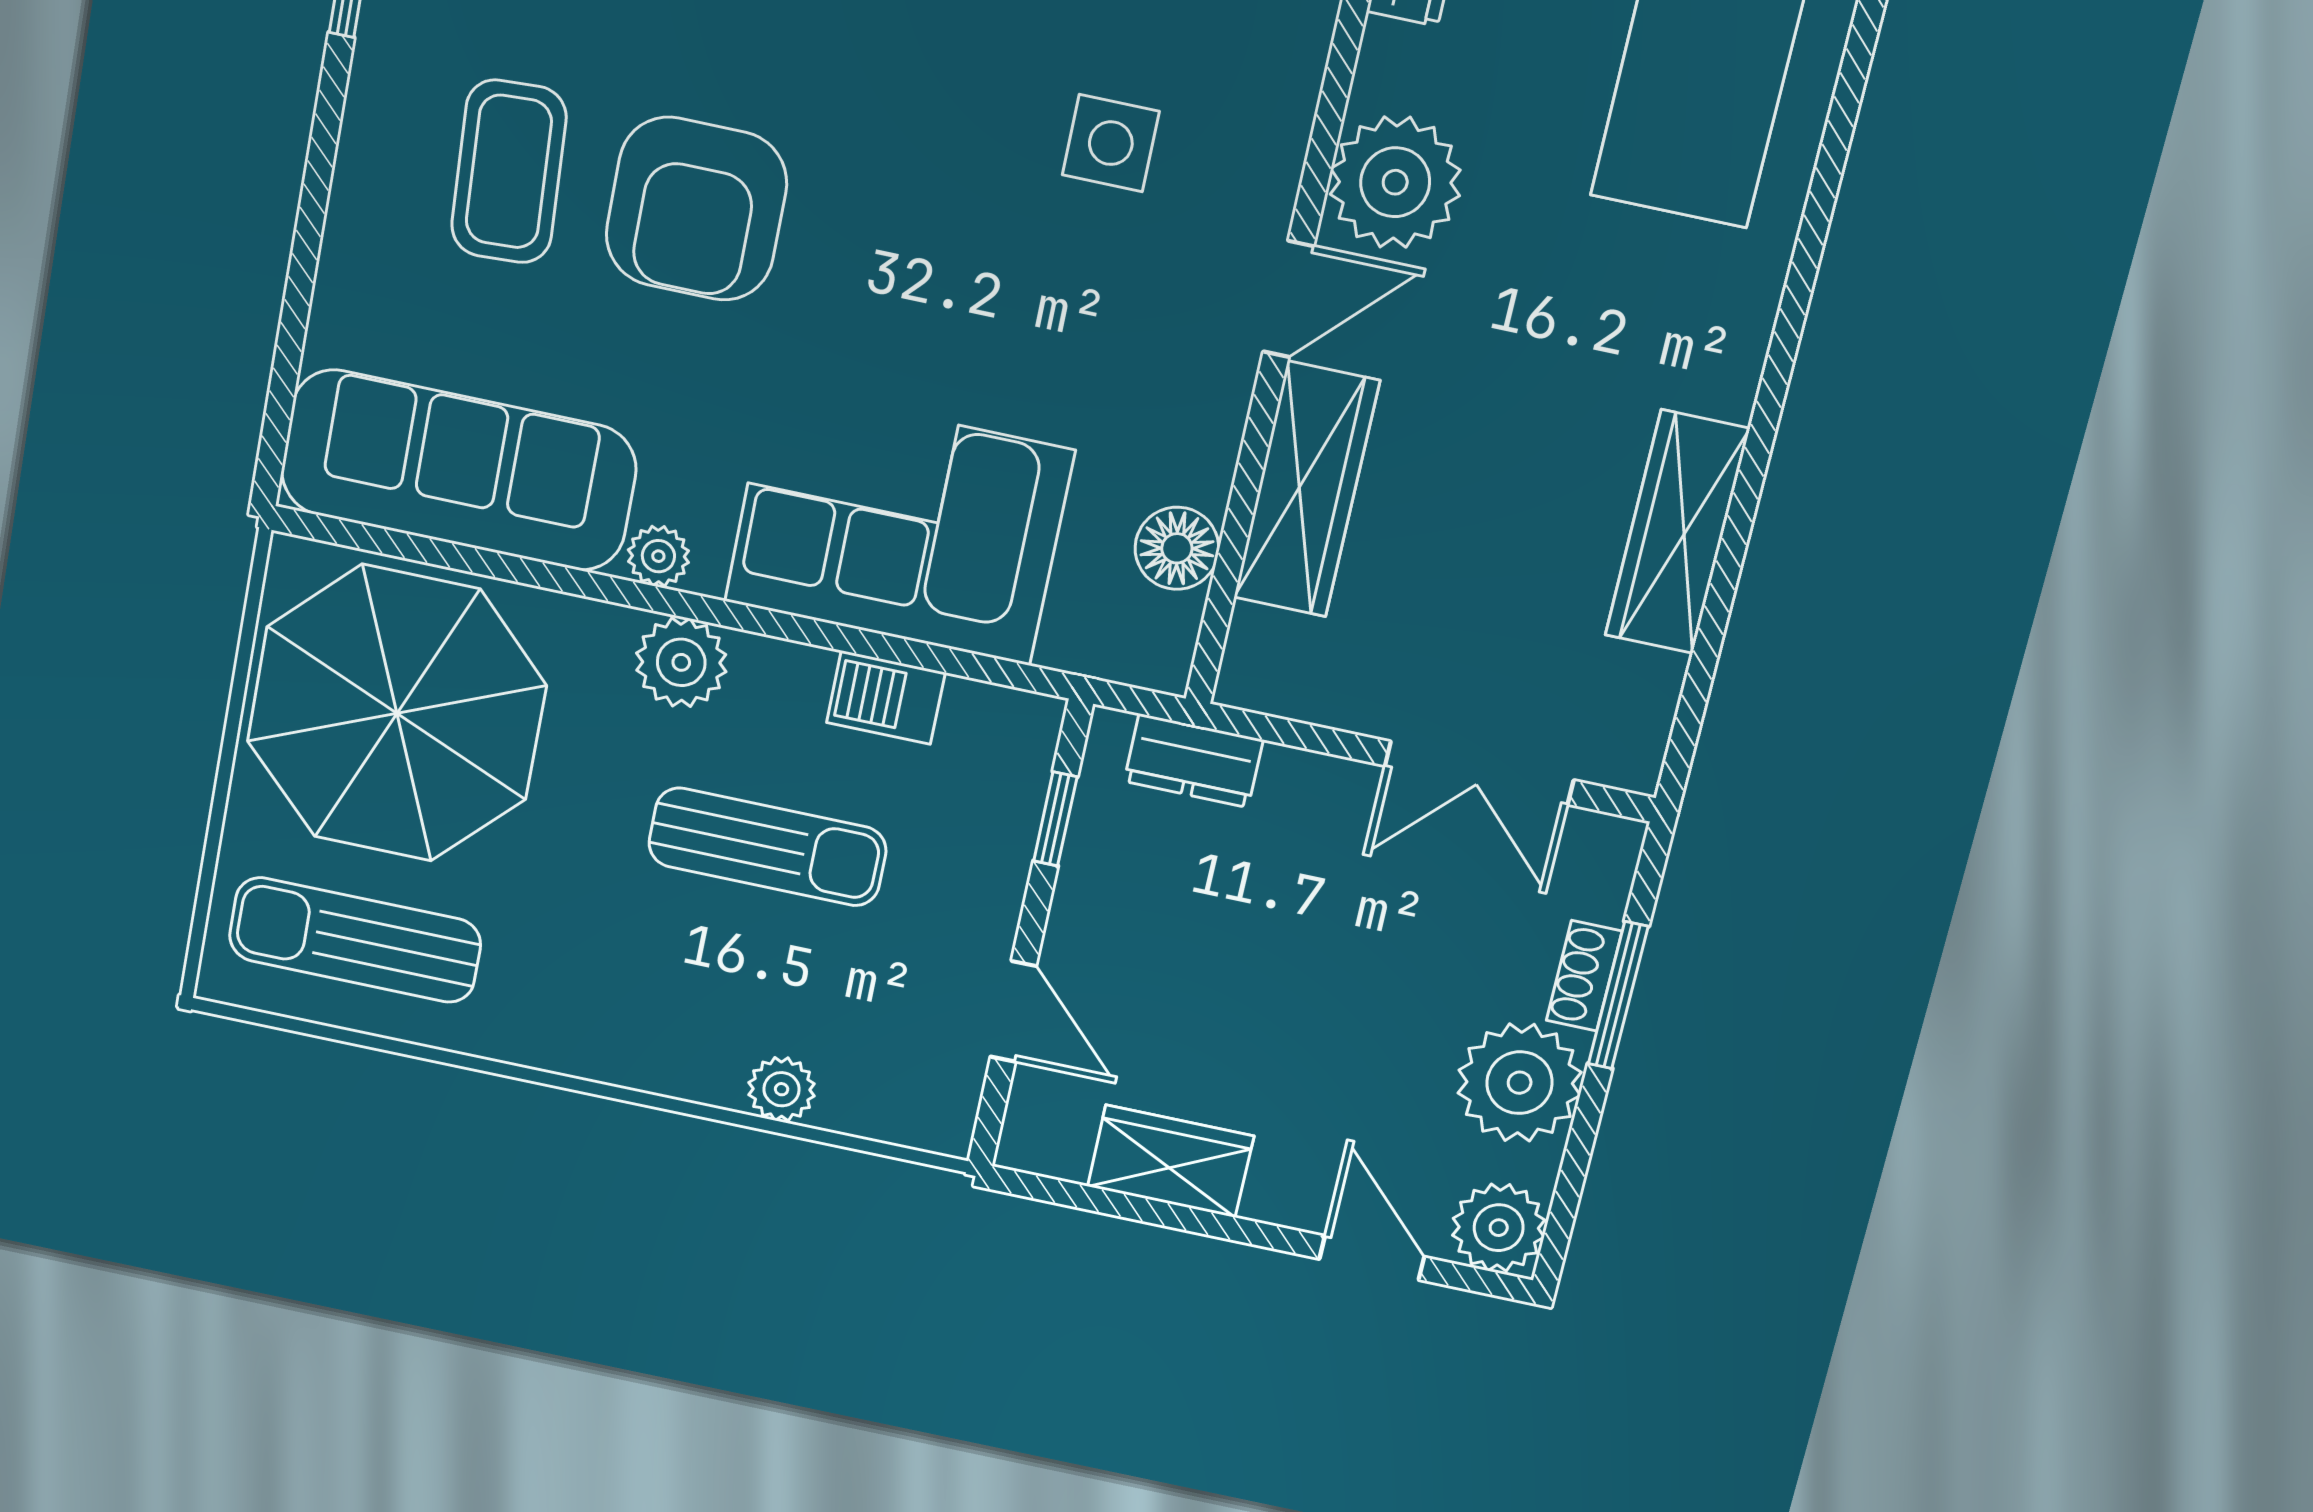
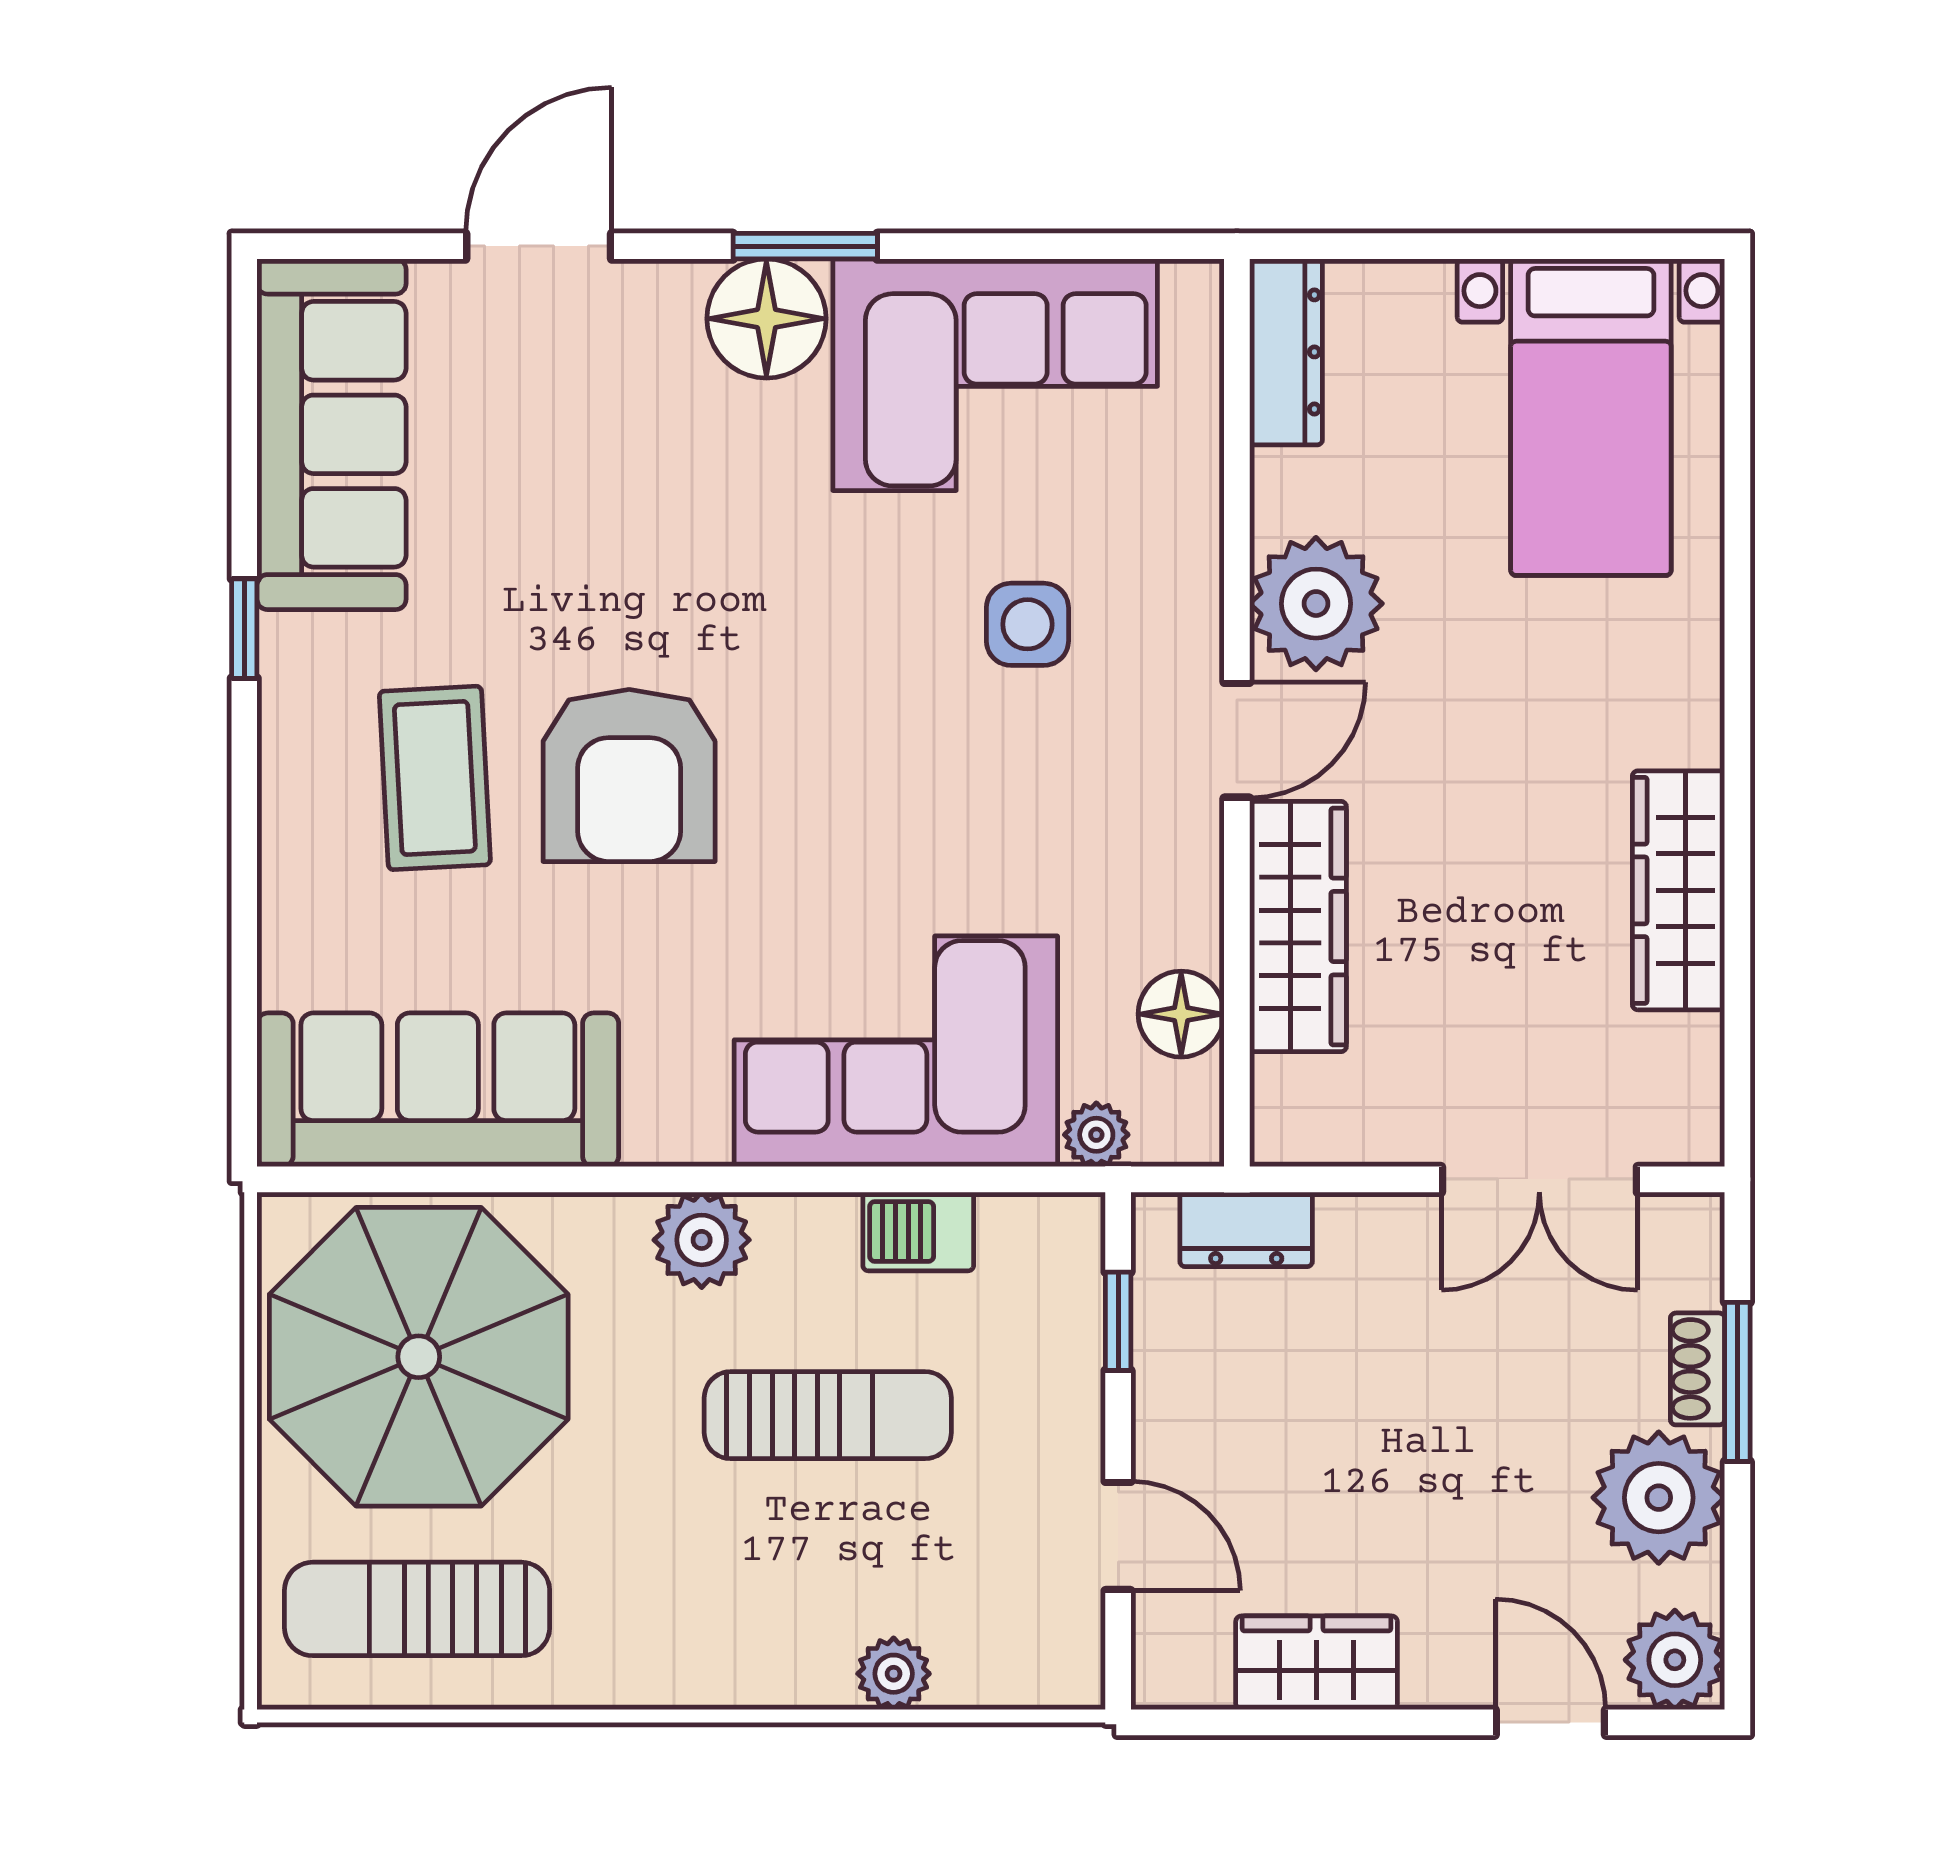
plant: (658, 556) -> (1096, 1135), moved

